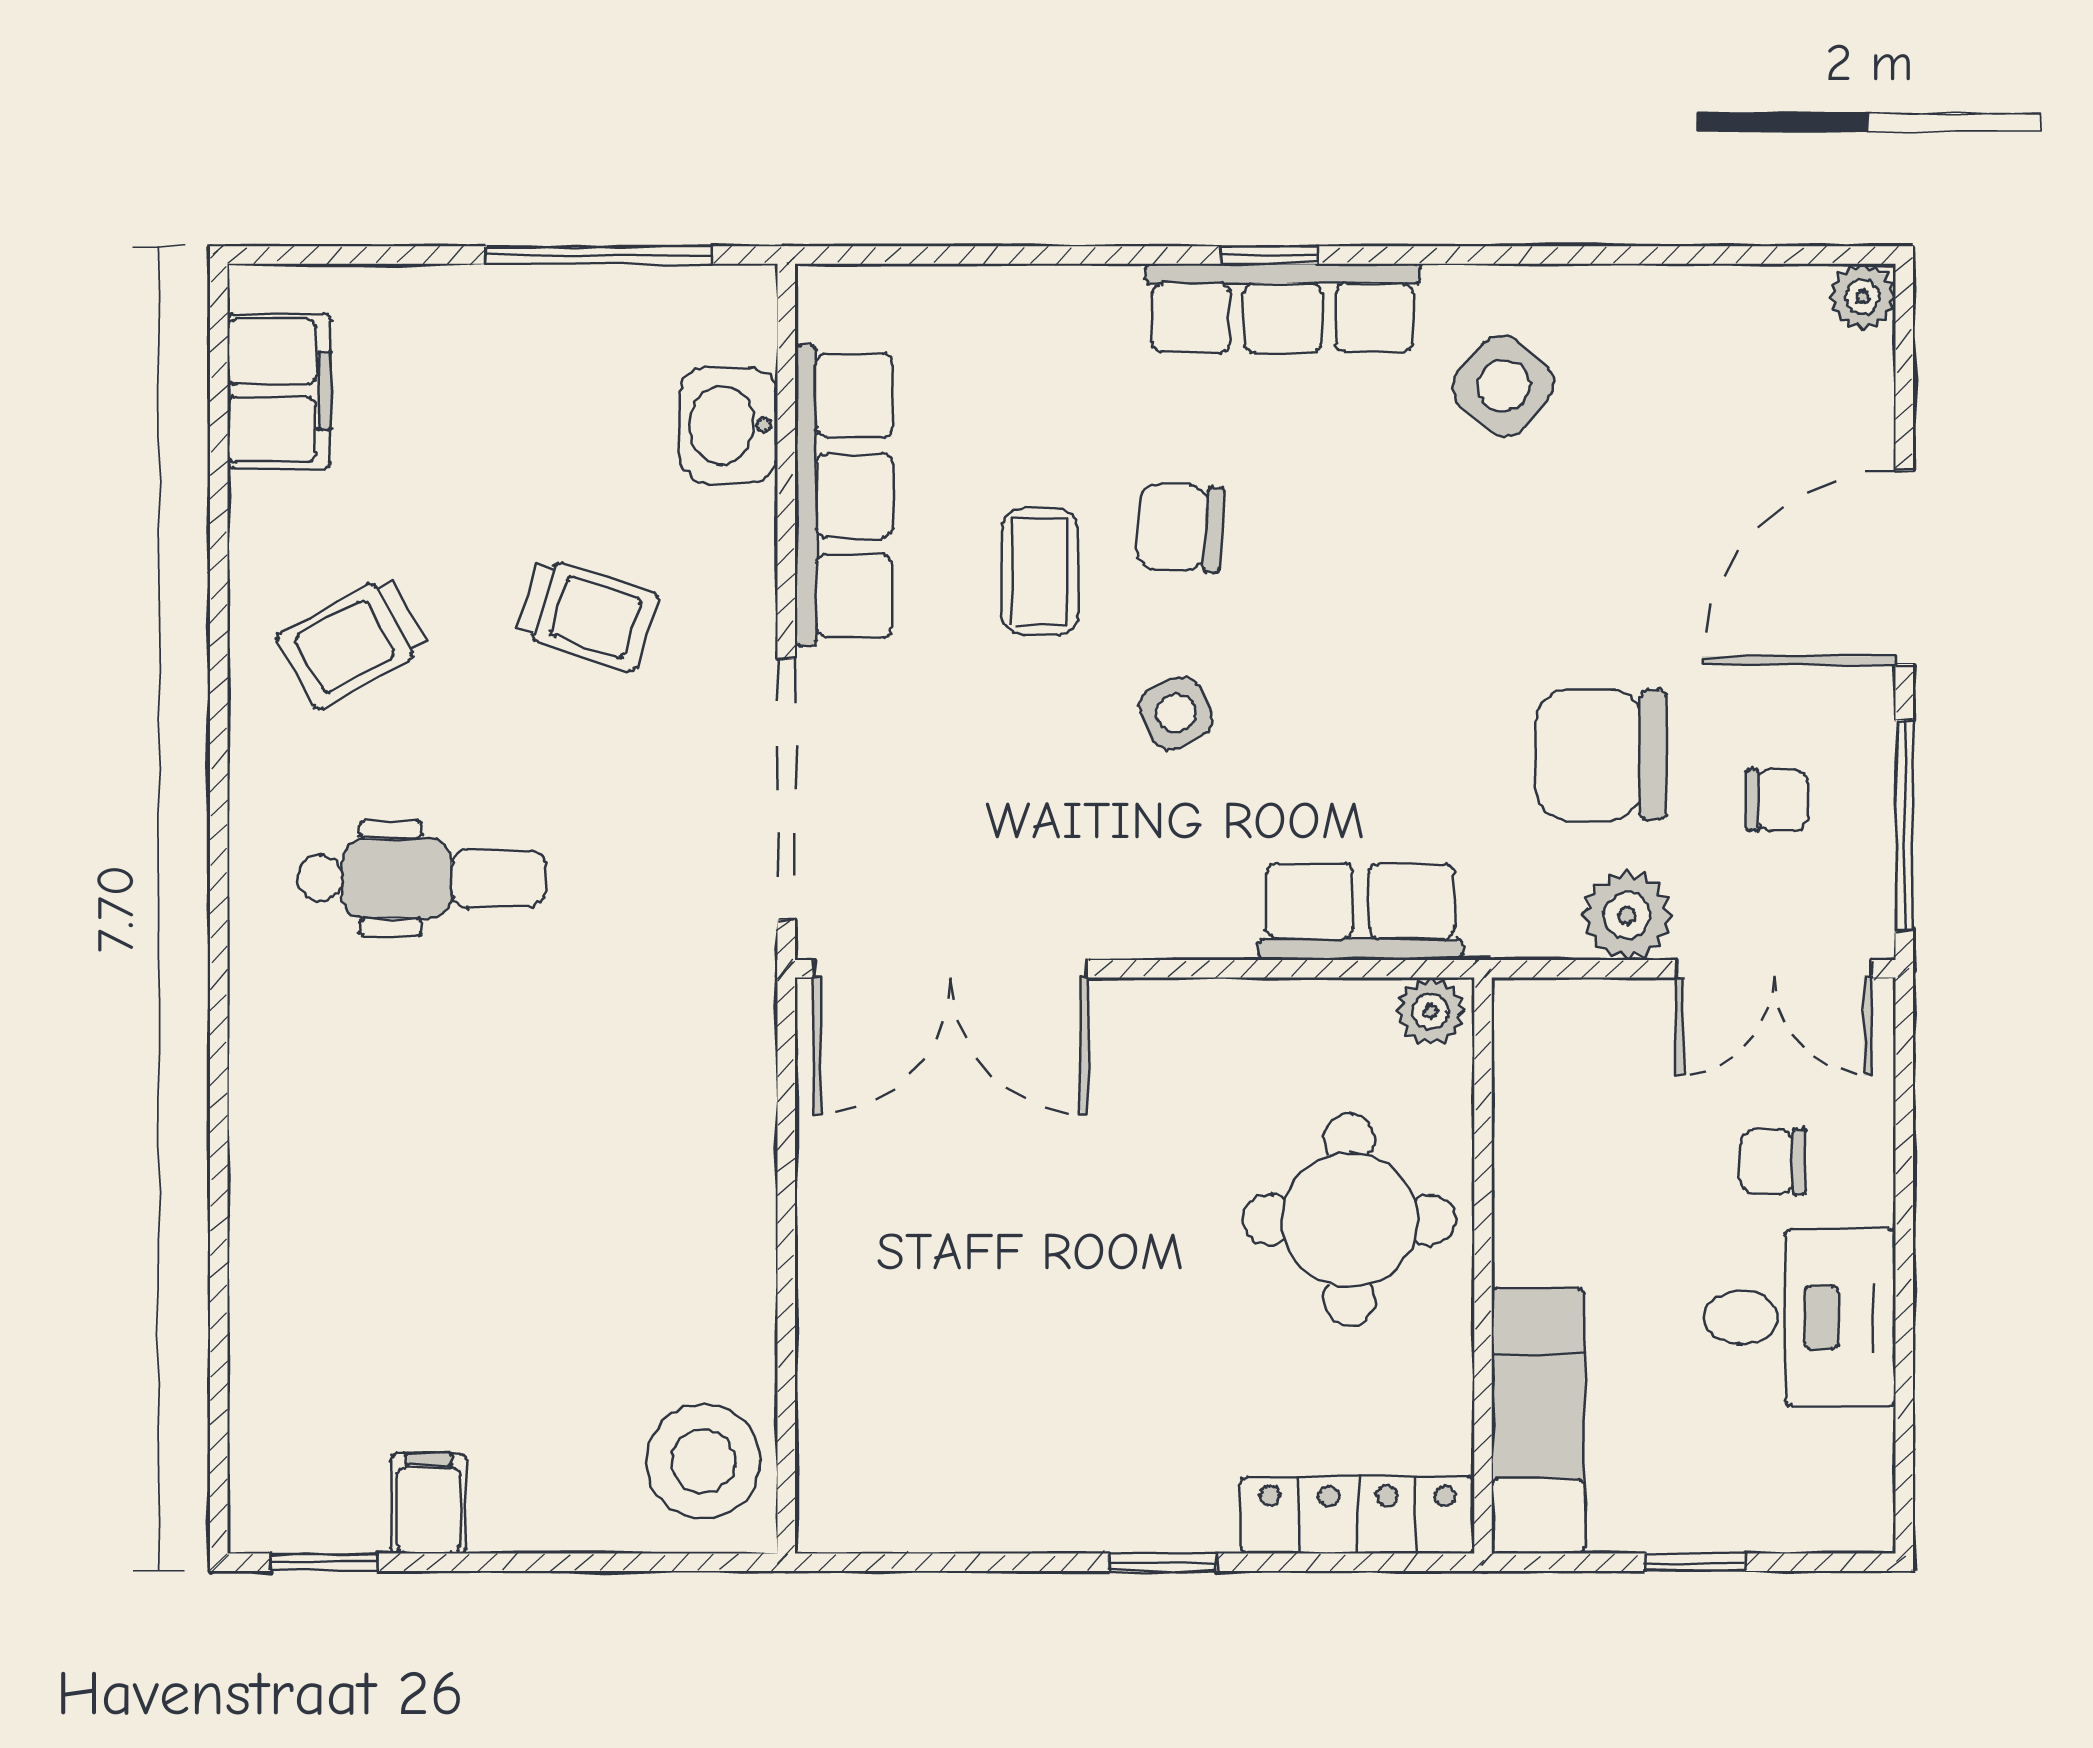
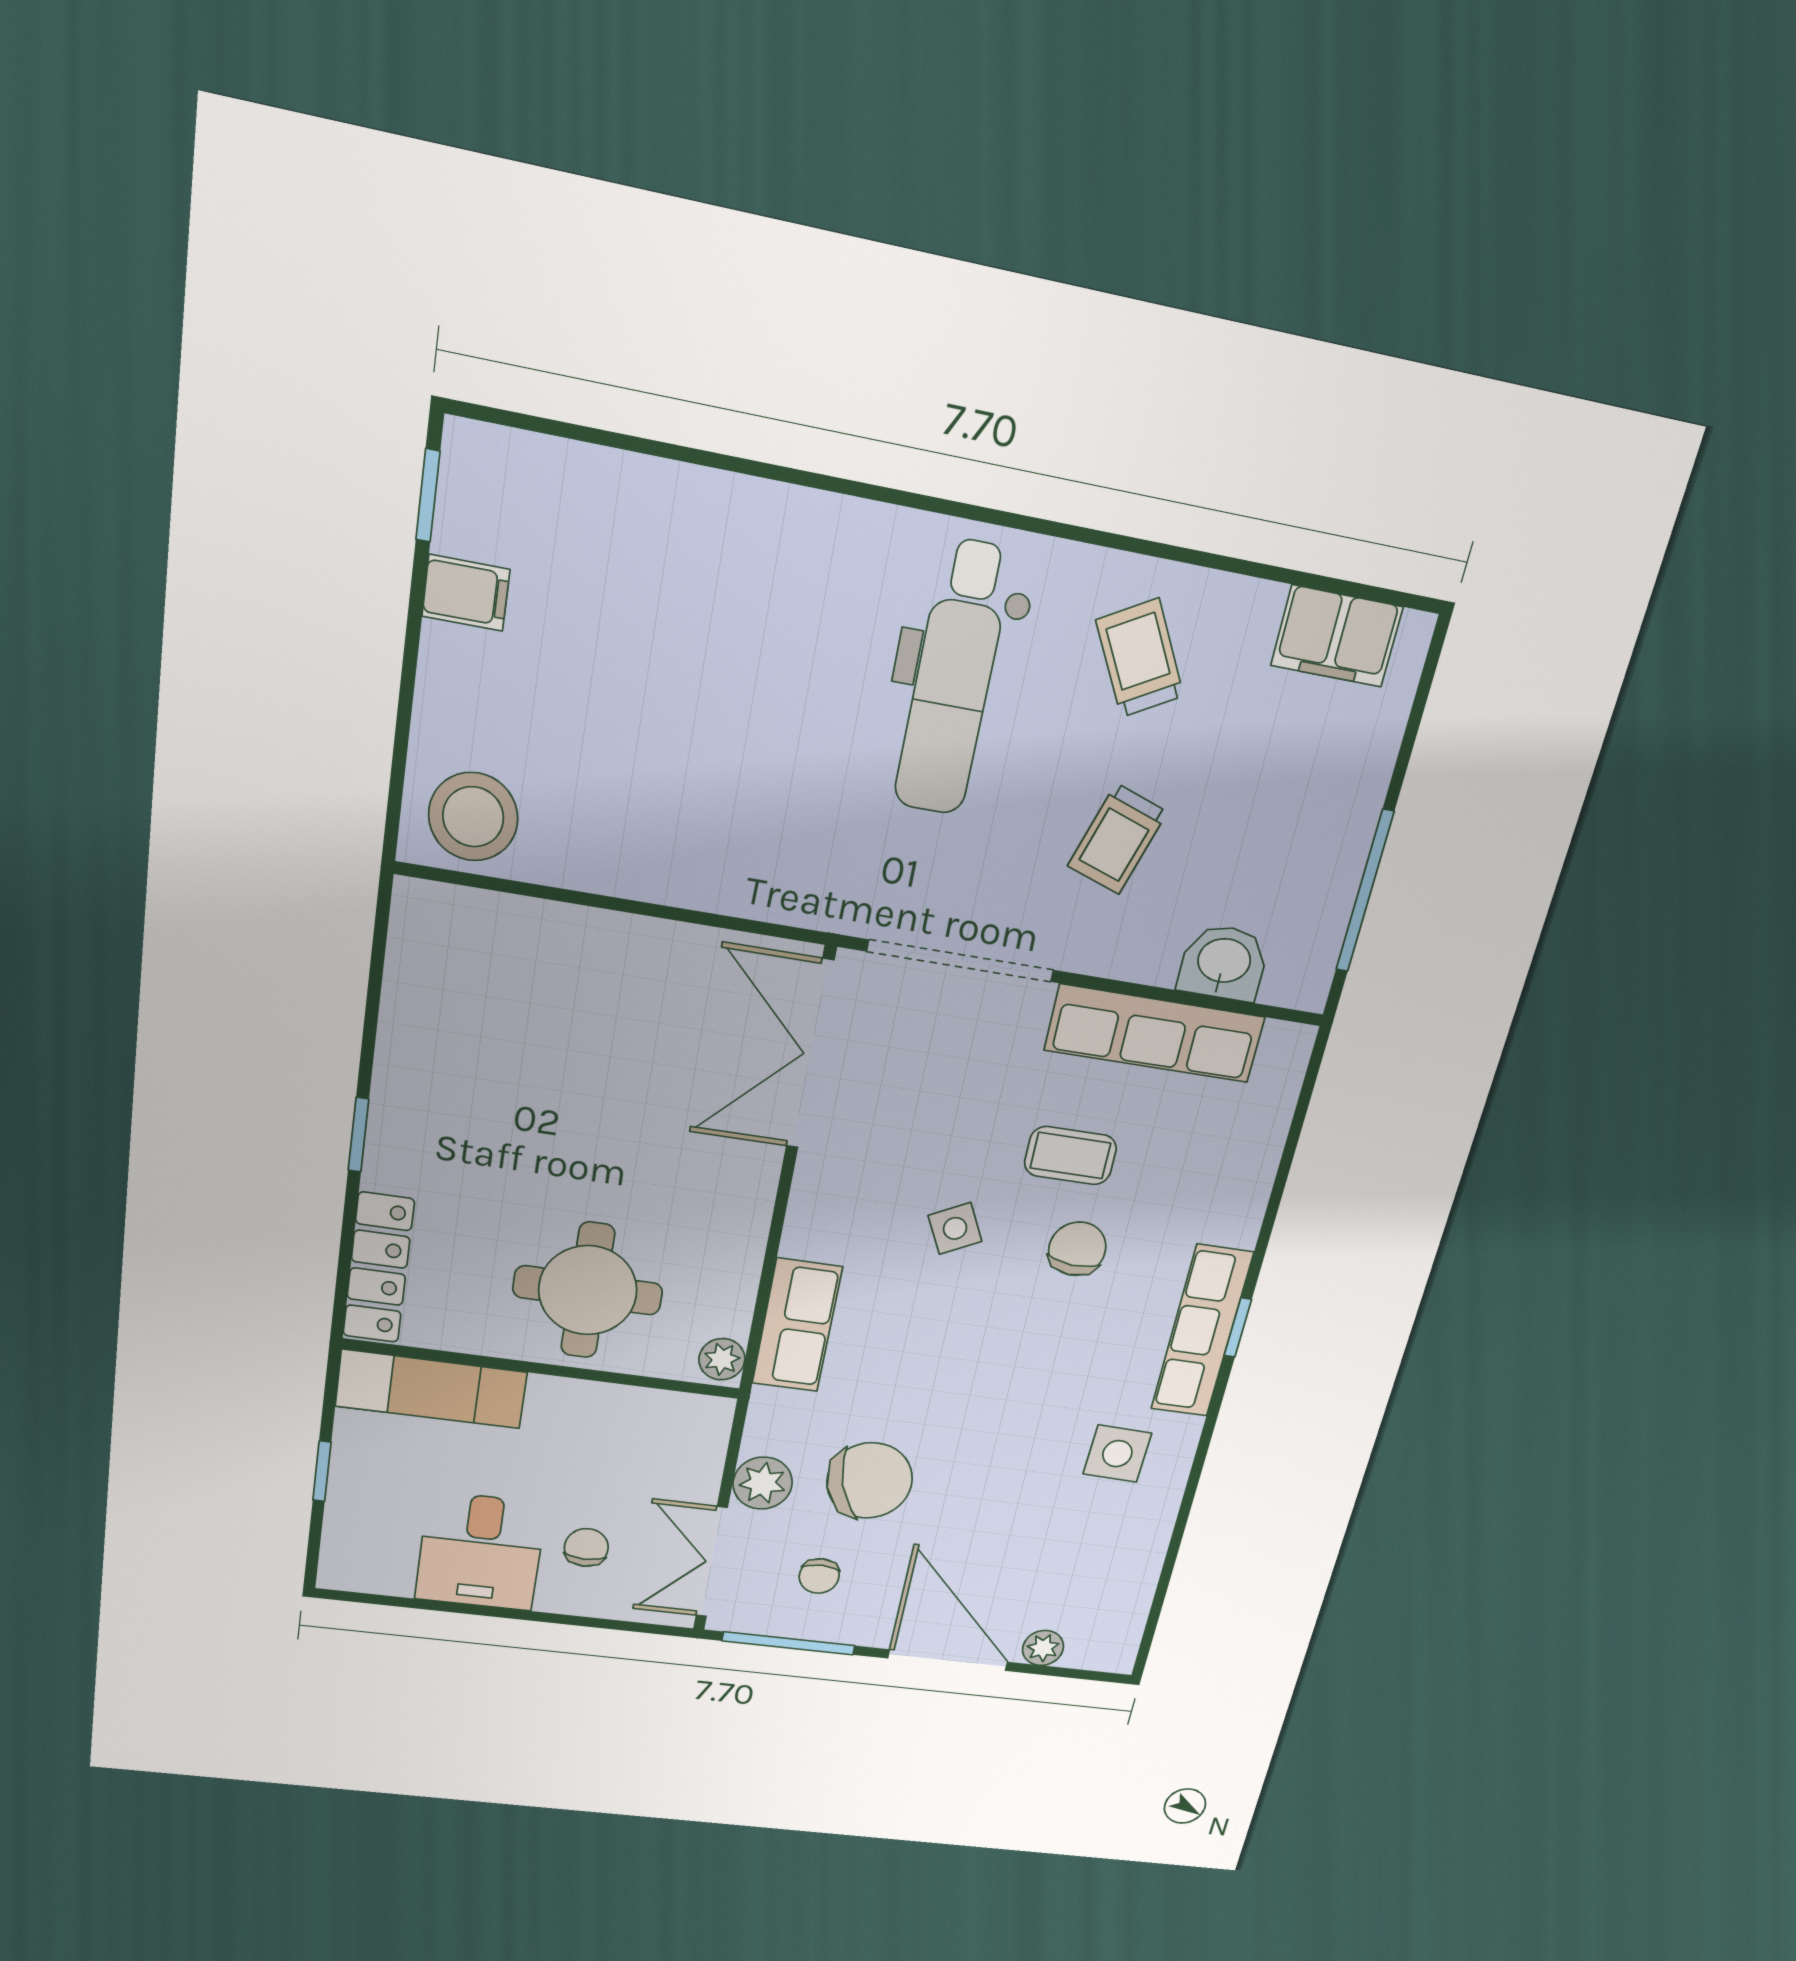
plant: (1863, 297) -> (1043, 1648), moved
side table: (1503, 385) -> (1117, 1454), turned -38
chair: (1601, 755) -> (870, 1481), turned 72
dental chair: (422, 878) -> (953, 679), width x1.36, depth x1.38

